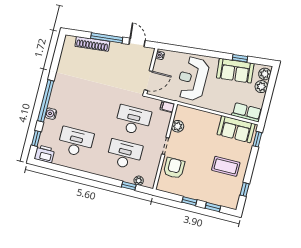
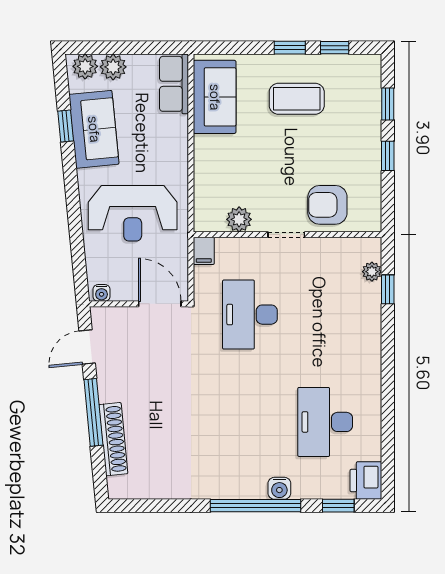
window: (257, 139) -> (290, 48), moved
desk: (124, 154) -> (325, 315), removed
coffee table: (226, 166) -> (297, 99), turned 90

